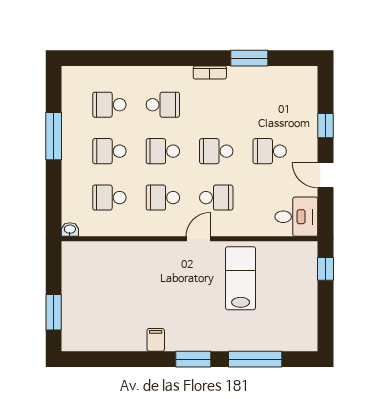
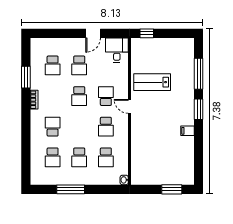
window: (325, 126) -> (65, 33), removed
school desk: (163, 151) -> (53, 65), moved

